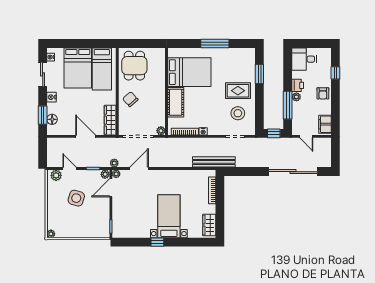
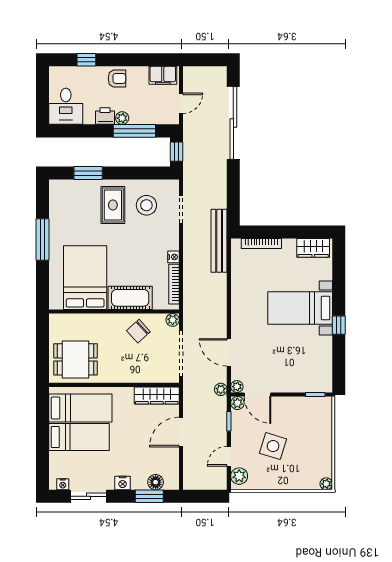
bed: (78, 68) -> (79, 437), width x0.67
chair: (130, 99) -> (138, 331), moved

